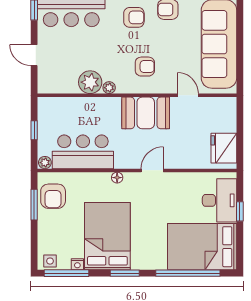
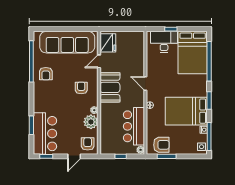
armchair: (134, 17) -> (88, 144), moved
fridge: (224, 148) -> (108, 43), moved, turned -90

